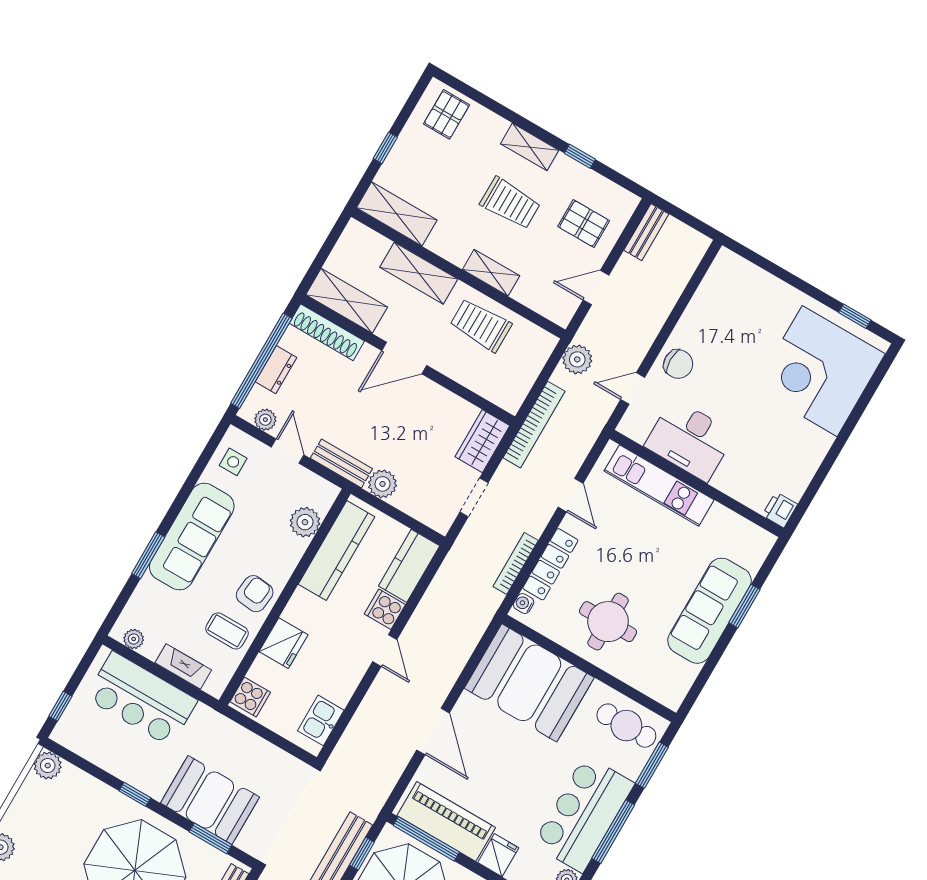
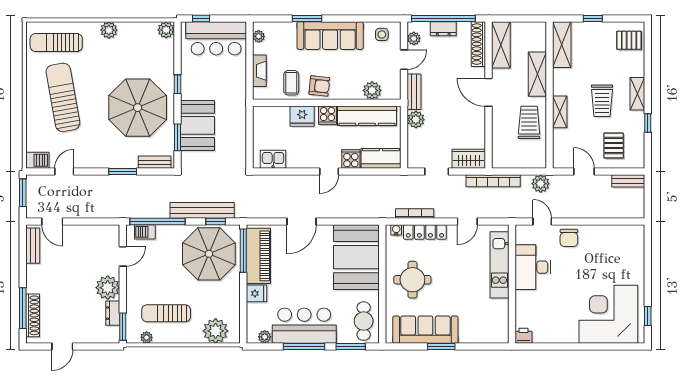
window: (744, 606) -> (441, 346), moved
sofa: (710, 611) -> (425, 330), moved
cooker: (250, 697) -> (327, 115), moved
bar counter: (141, 699) -> (216, 38), moved, turned -90

